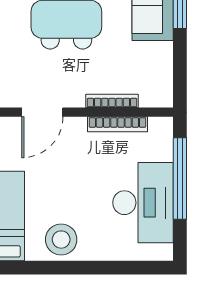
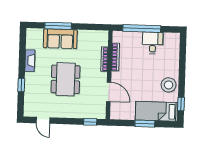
desk: (143, 203) -> (153, 43), width x0.53, depth x0.77
window: (21, 268) -> (181, 104), added

